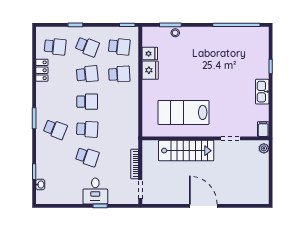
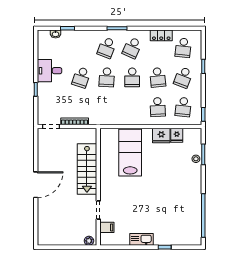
school desk: (55, 102) -> (132, 48), added
lab bench: (183, 112) -> (130, 153), moved
filing cabinet: (263, 129) -> (107, 227), moved
desk: (95, 191) -> (50, 71), moved

